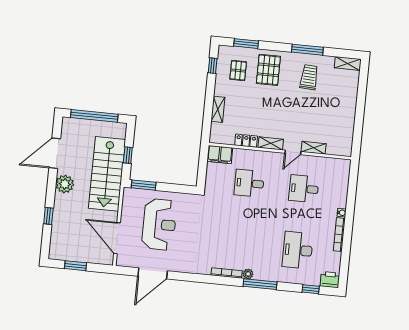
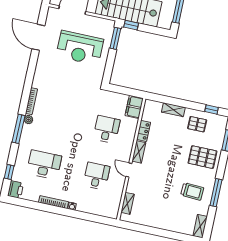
pallet: (238, 70) -> (197, 124), moved
shelving: (314, 148) -> (128, 203), moved
window: (128, 155) -> (131, 25), moved

